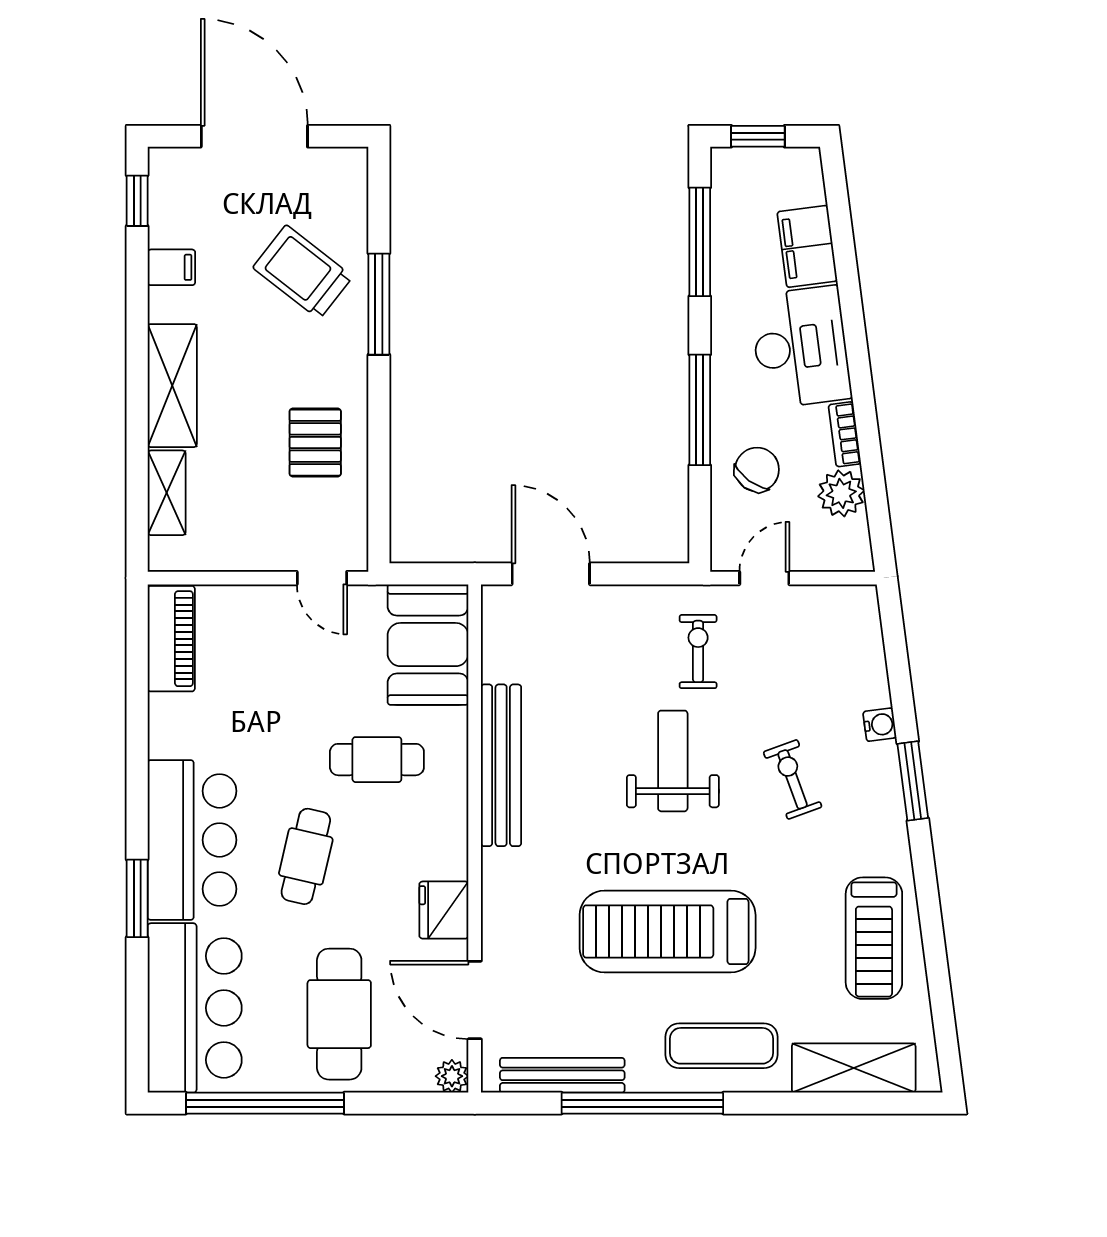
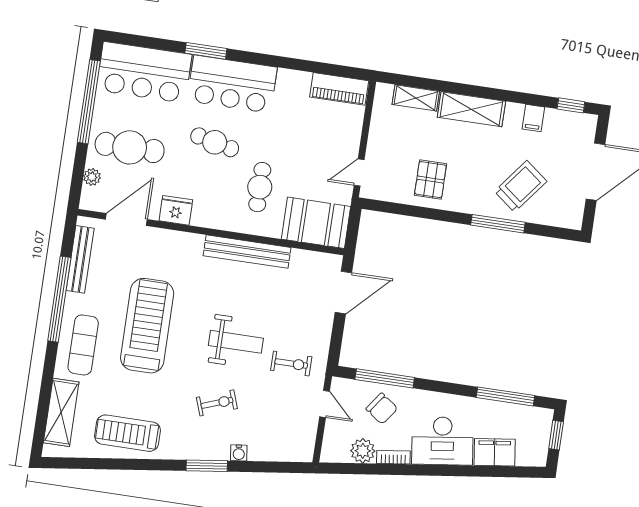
window: (700, 410) -> (385, 378), moved
pallet: (315, 443) -> (430, 180), turned 90
plant: (452, 1076) -> (92, 177), moved

